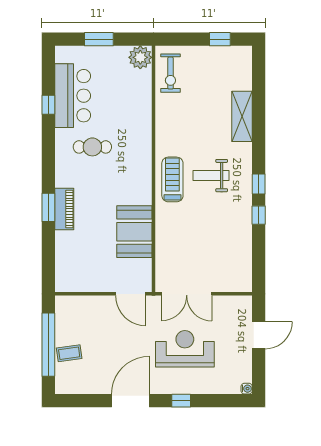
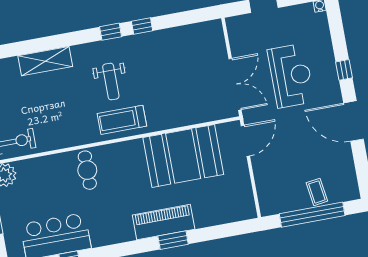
cafe table: (92, 147) -> (87, 170), moved
piano: (64, 209) -> (164, 222), width x1.37, depth x1.33
booth: (134, 232) -> (183, 156), width x1.36, depth x1.42
reception desk: (185, 349) -> (291, 76), turned 180

